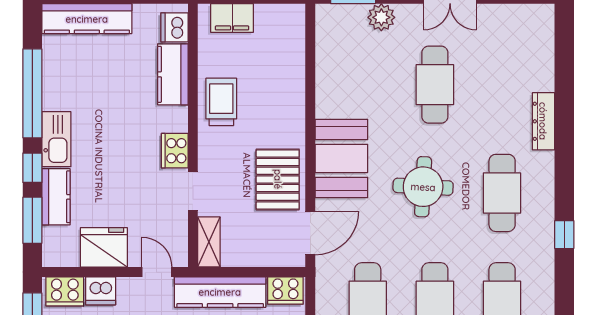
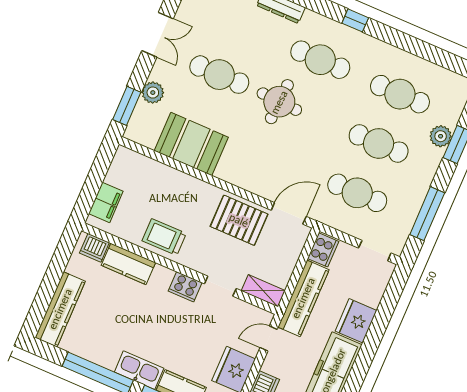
booth: (341, 158) -> (191, 144), moved
round table: (423, 187) -> (279, 102), moved
door: (310, 233) -> (289, 213), hinge flipped
window: (564, 235) -> (355, 20), moved

